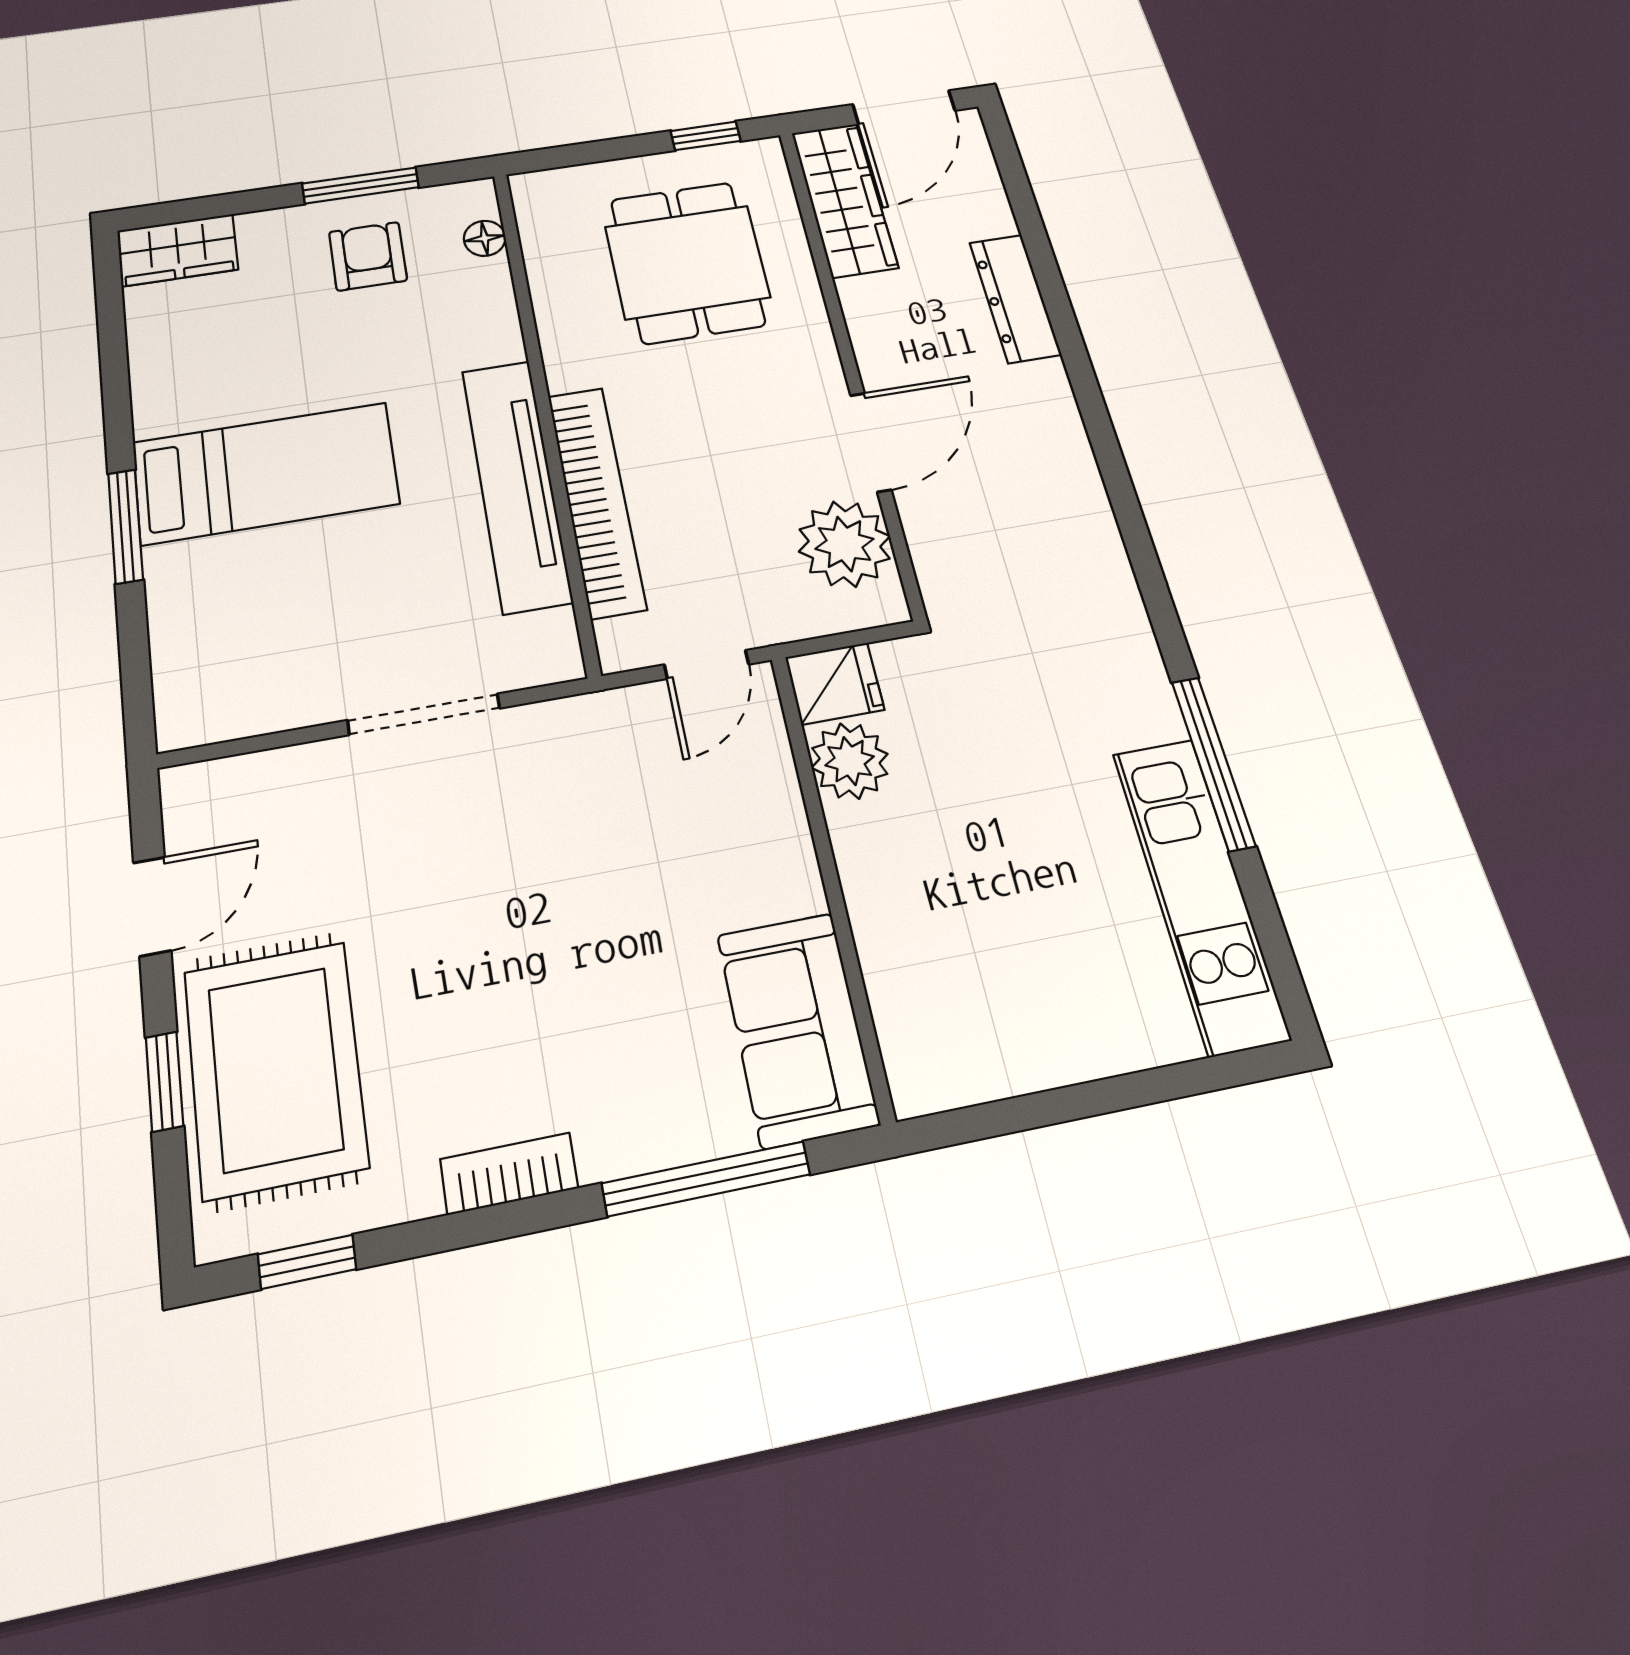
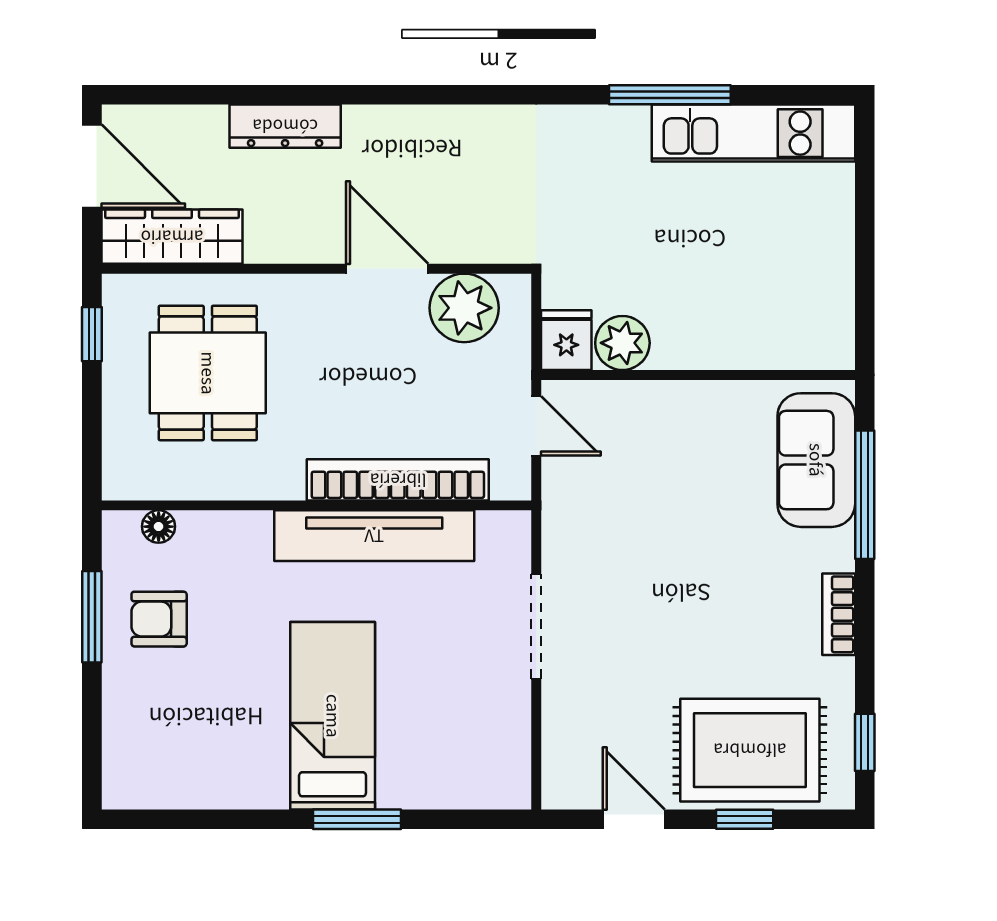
wardrobe: (178, 250) -> (128, 765), removed
dining table: (687, 262) -> (208, 373), turned 90
sofa: (797, 1029) -> (816, 460), moved, turned 90

